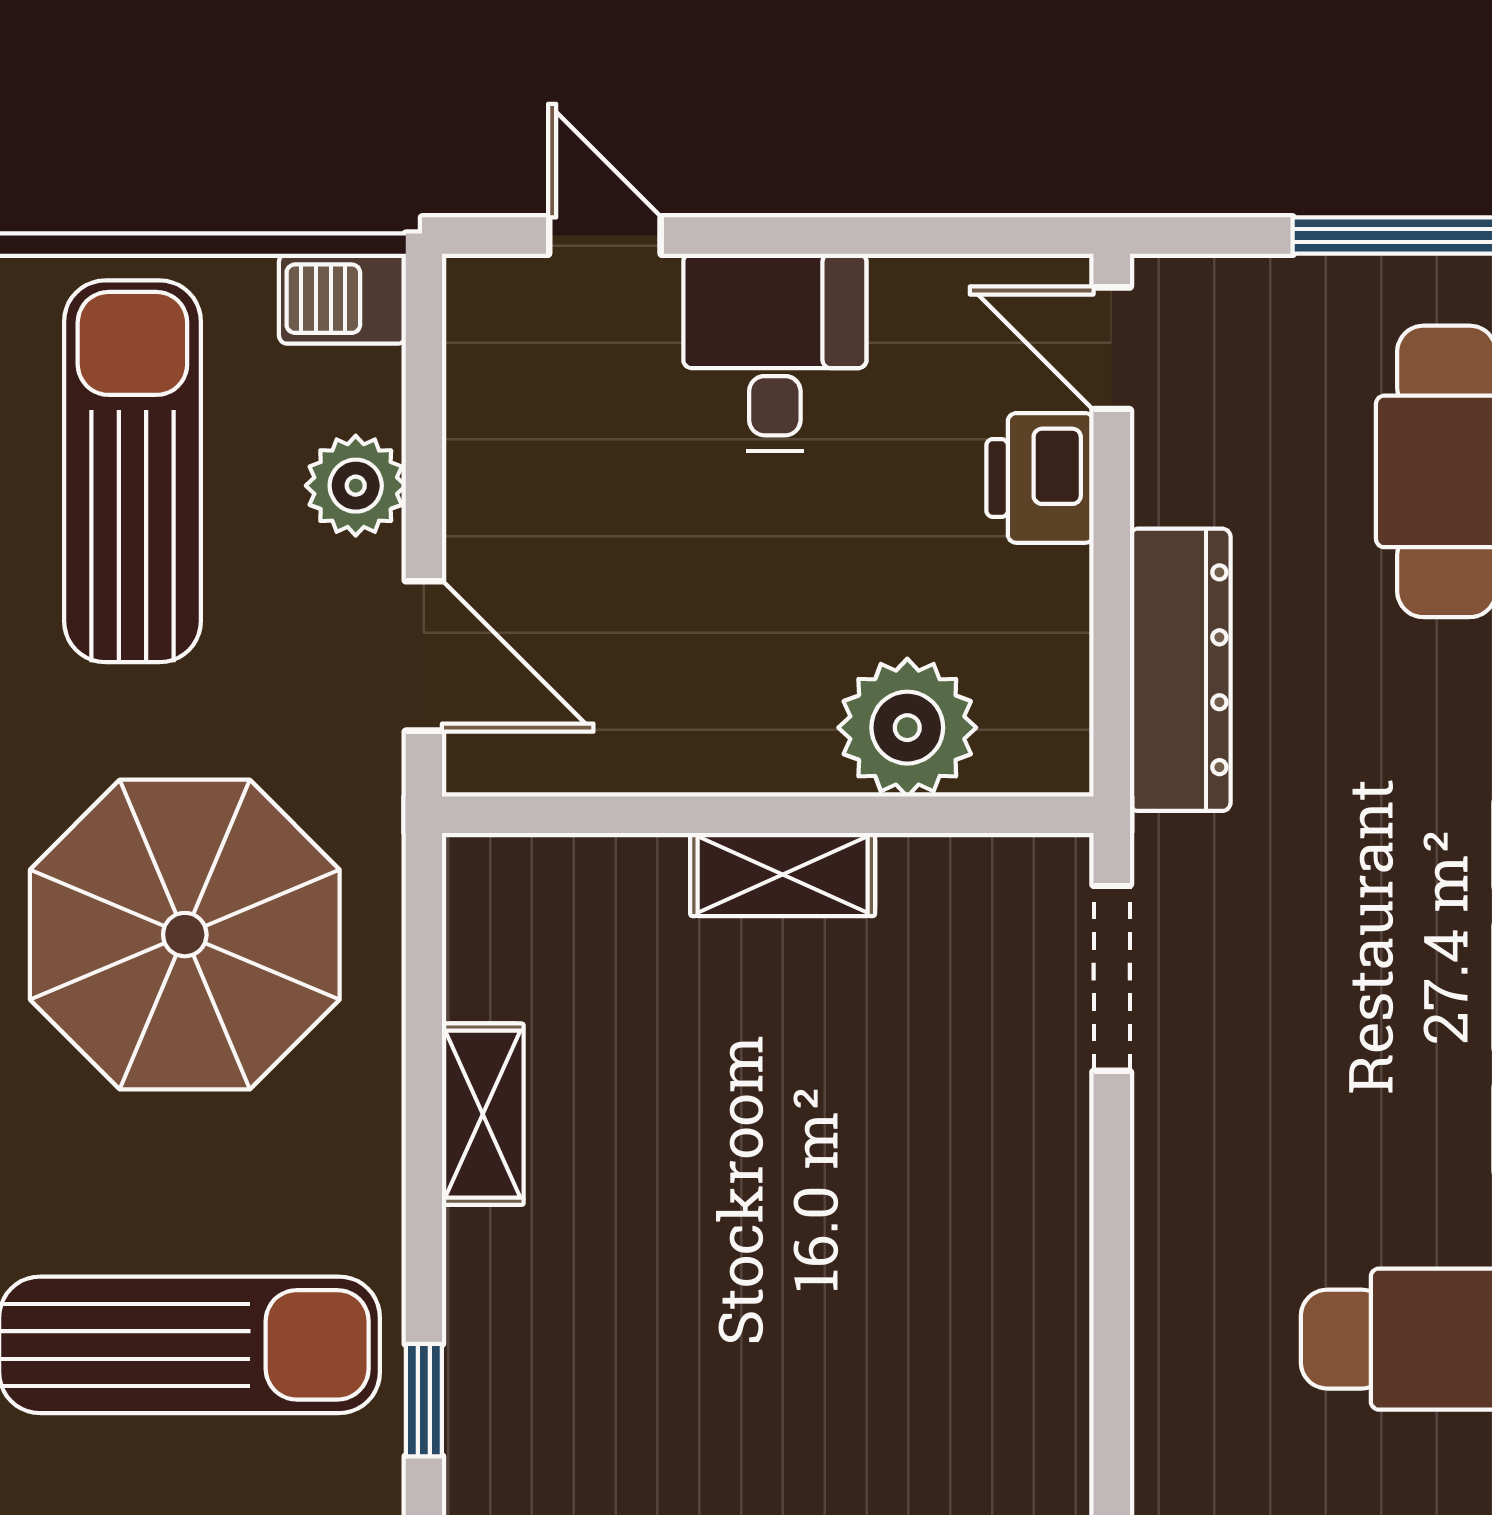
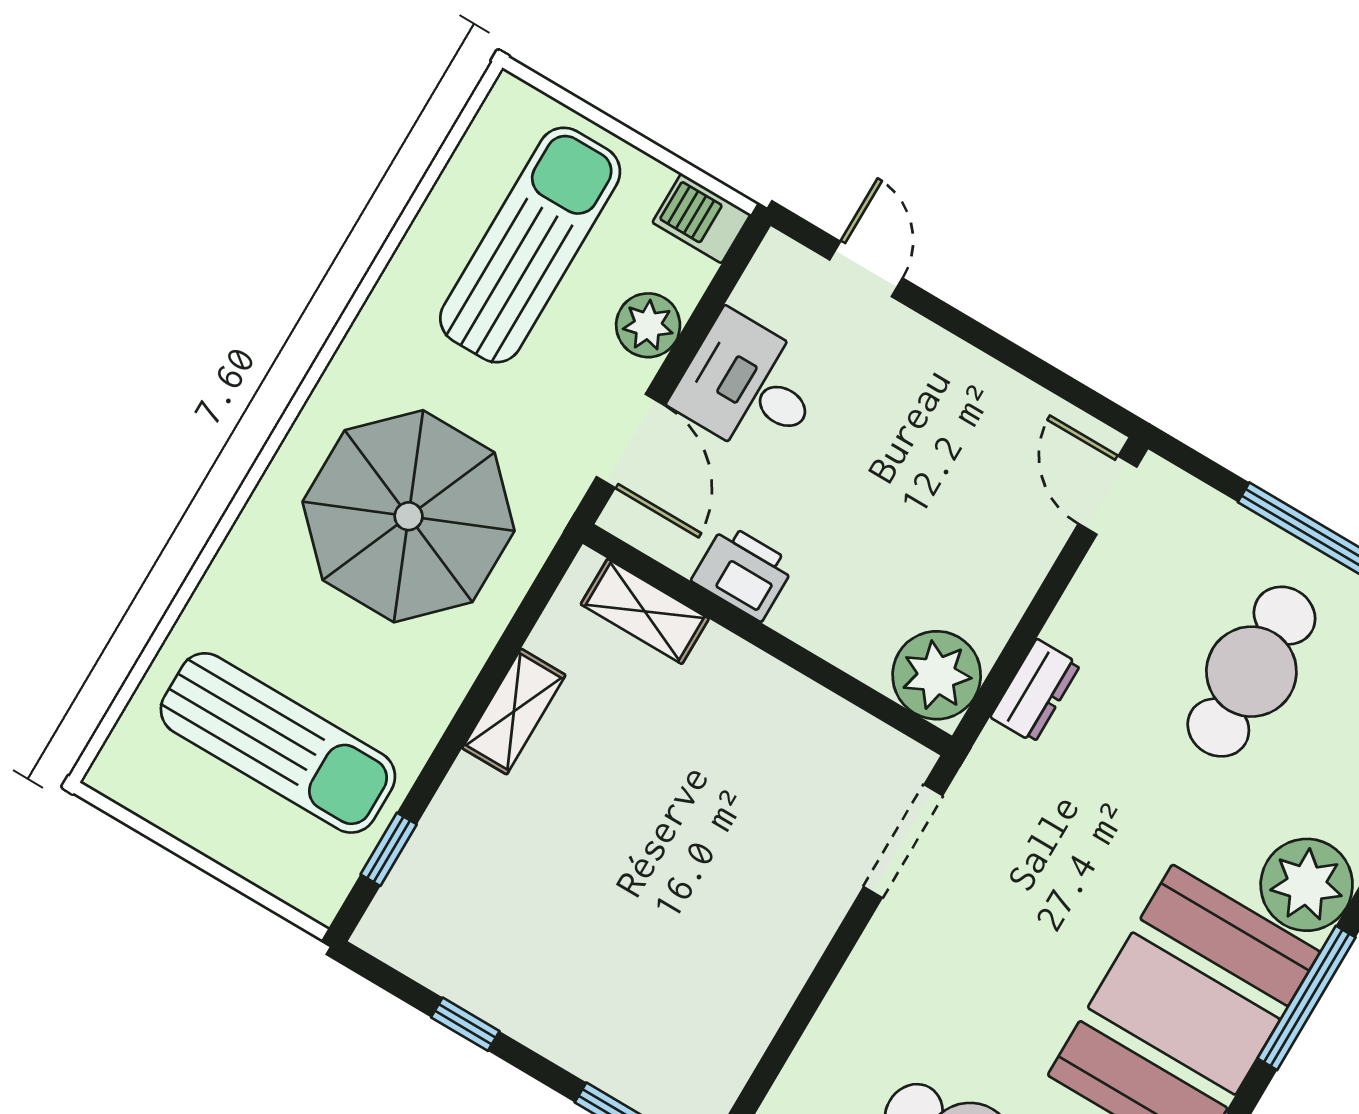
desk: (775, 352) -> (749, 387), moved, turned -90
printer: (1040, 478) -> (743, 572), moved, turned 90
dresser: (1180, 670) -> (1035, 691), width x0.51, depth x0.80
plant: (907, 728) -> (937, 675), moved
shelving: (783, 874) -> (645, 611), moved

